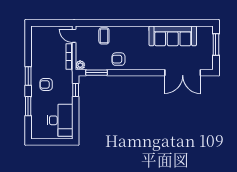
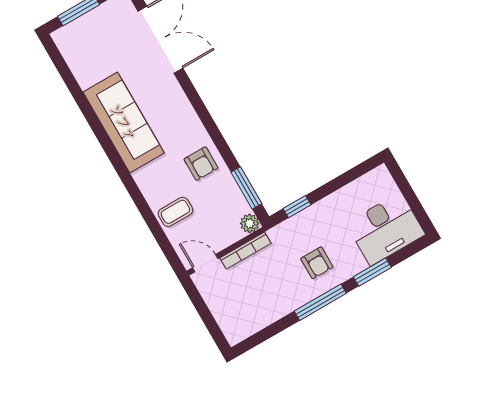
door: (74, 36) -> (205, 263), swing flipped
sofa: (173, 36) -> (124, 122), moved
window: (28, 76) -> (320, 302), width x1.44
desk: (60, 120) -> (386, 229), moved, turned 180

